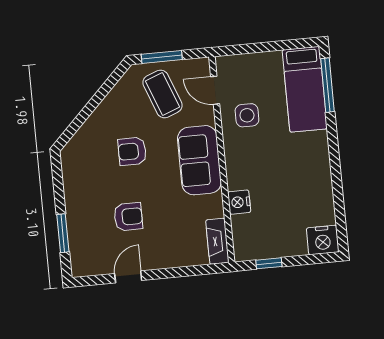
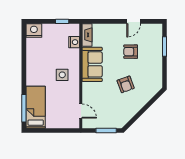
coffee table: (162, 94) -> (108, 112), removed
side table: (247, 115) -> (62, 75), moved
armchair: (132, 151) -> (126, 84), turned 70
sofa: (199, 160) -> (92, 64), moved
nightstand: (239, 202) -> (74, 42), moved

